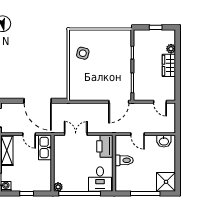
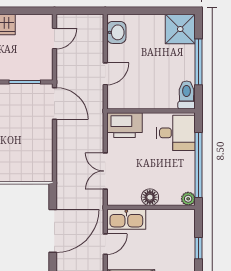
toilet: (124, 160) -> (187, 95), moved
floor lamp: (59, 163) -> (150, 197), added

